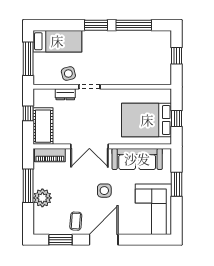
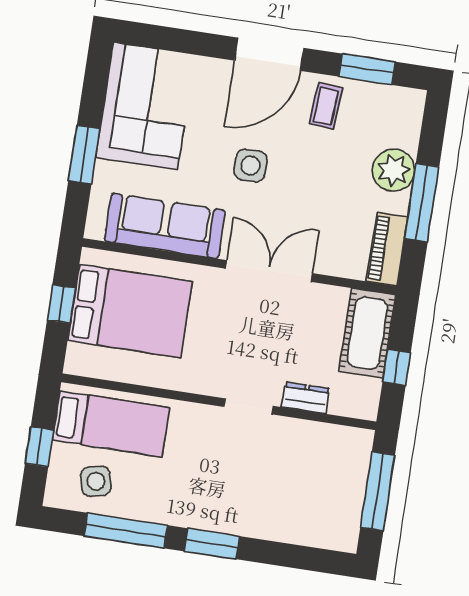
bed: (57, 41) -> (111, 424), moved, turned 180
side table: (68, 74) -> (96, 481), moved
piano: (50, 155) -> (387, 249), moved, turned -90

